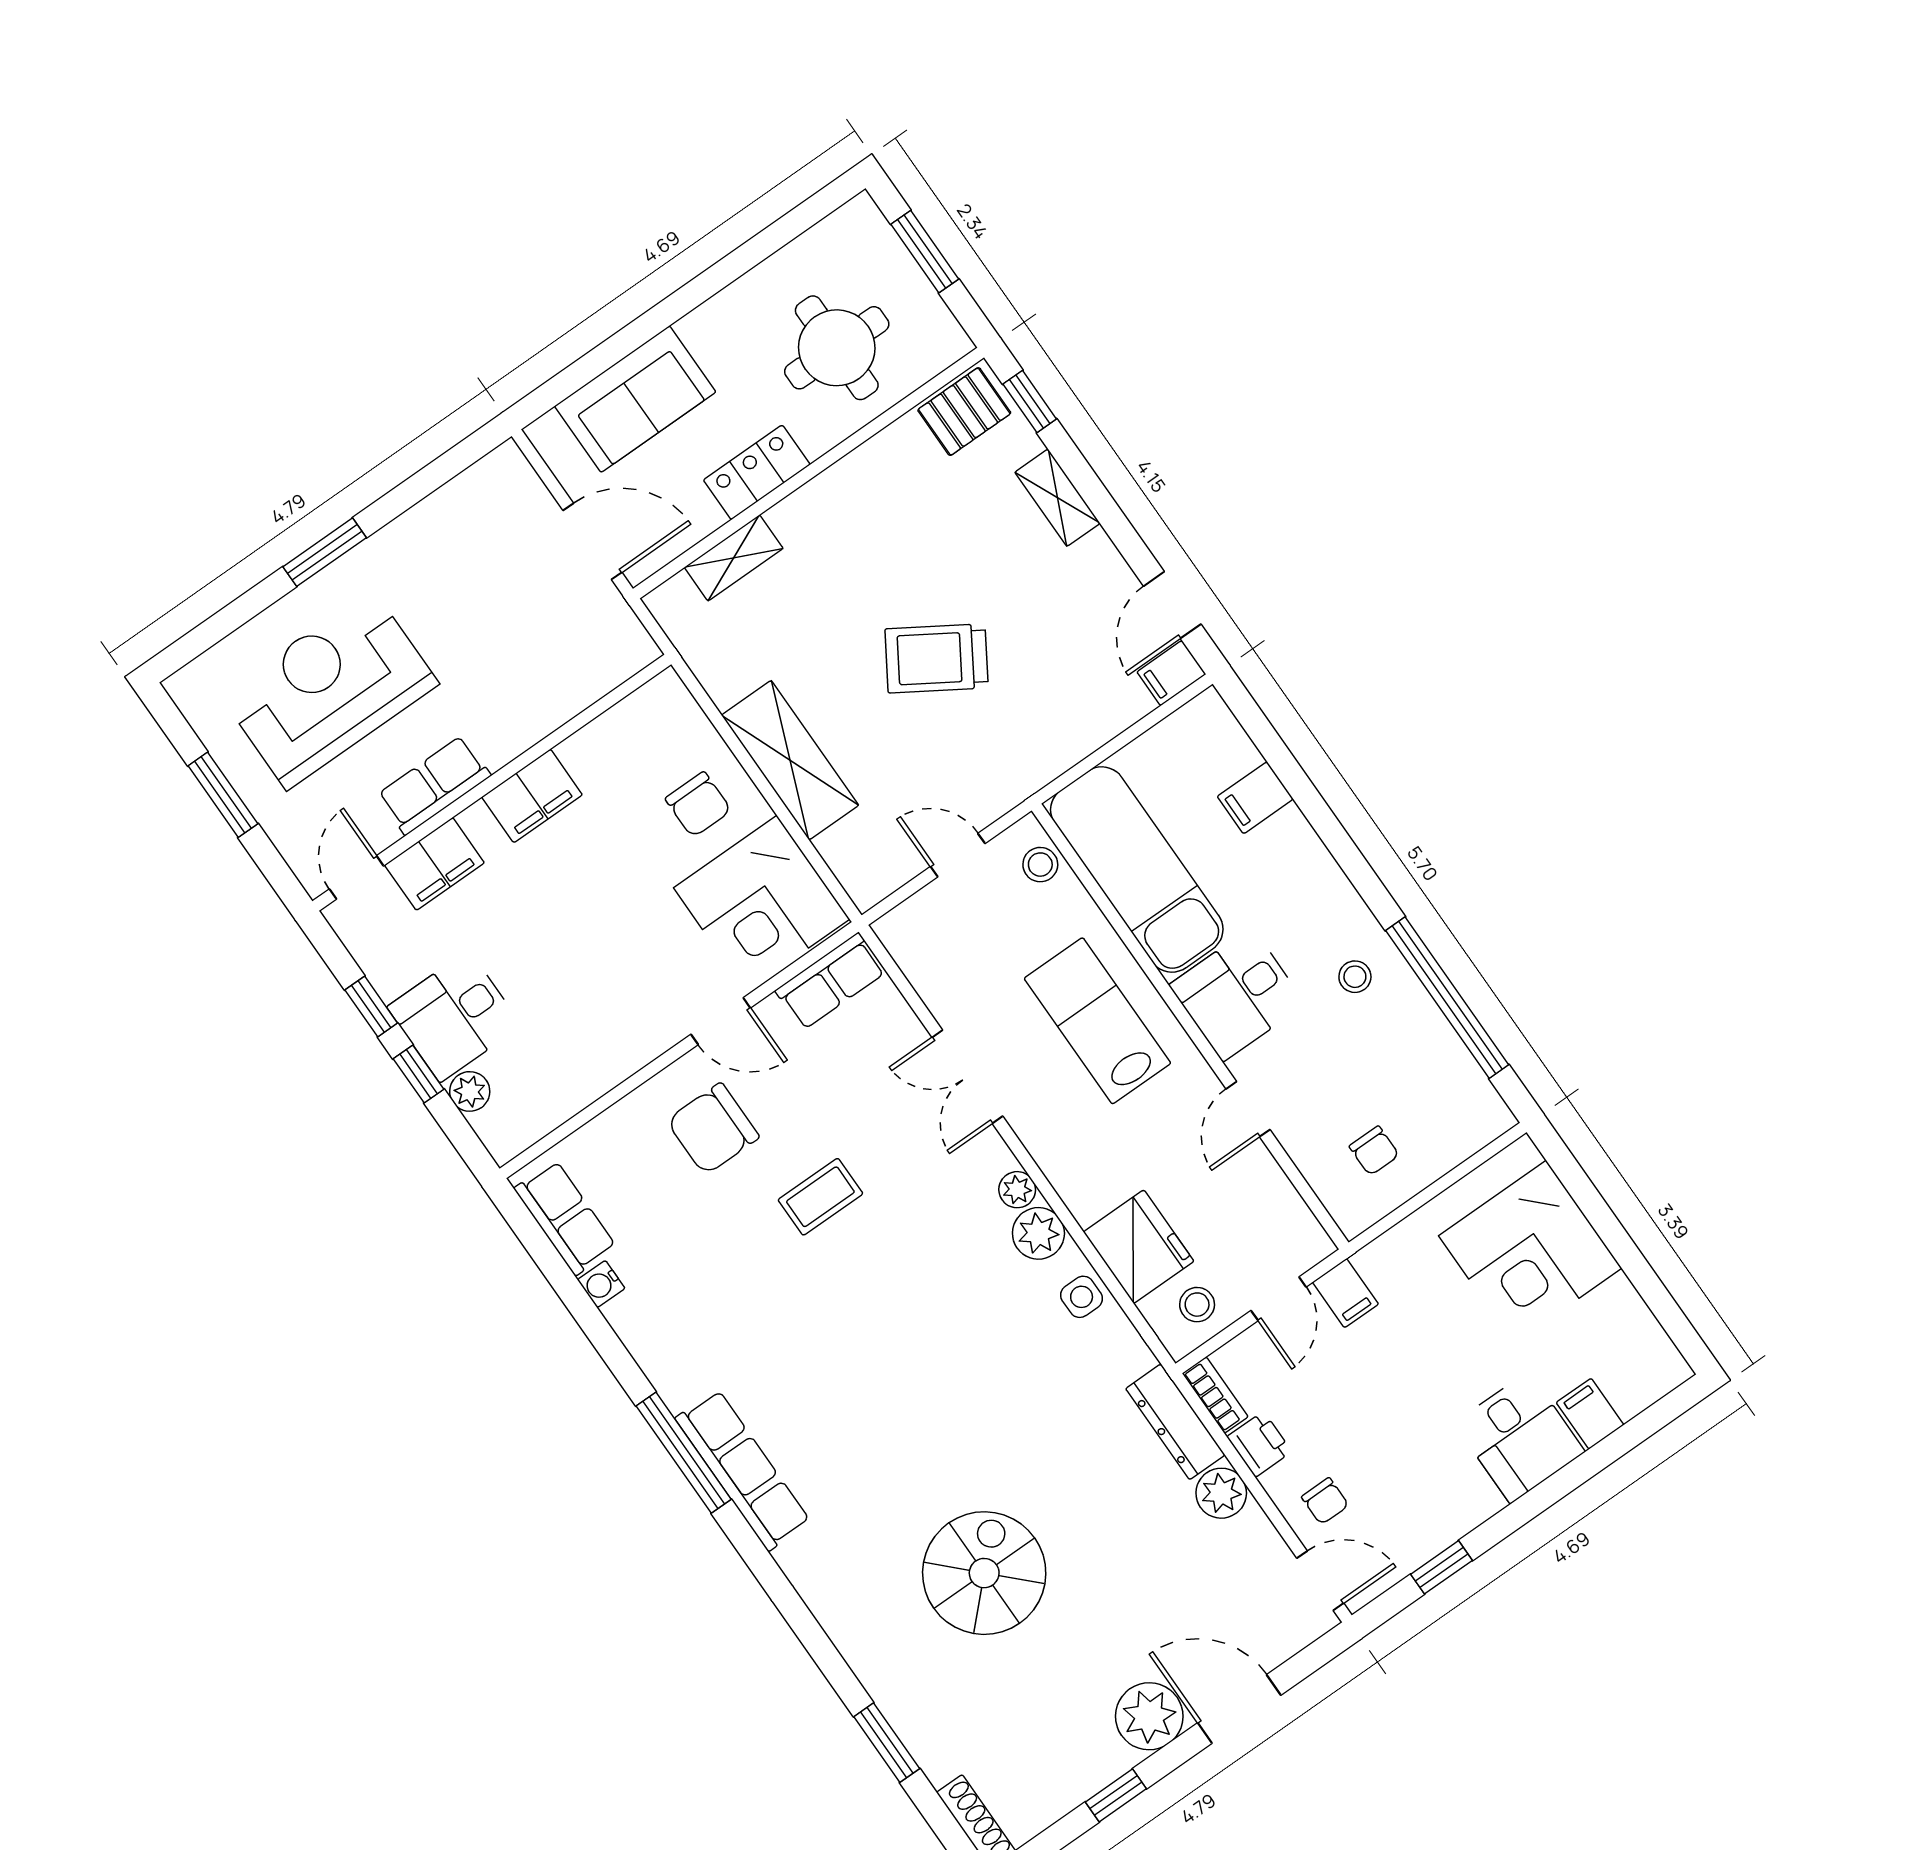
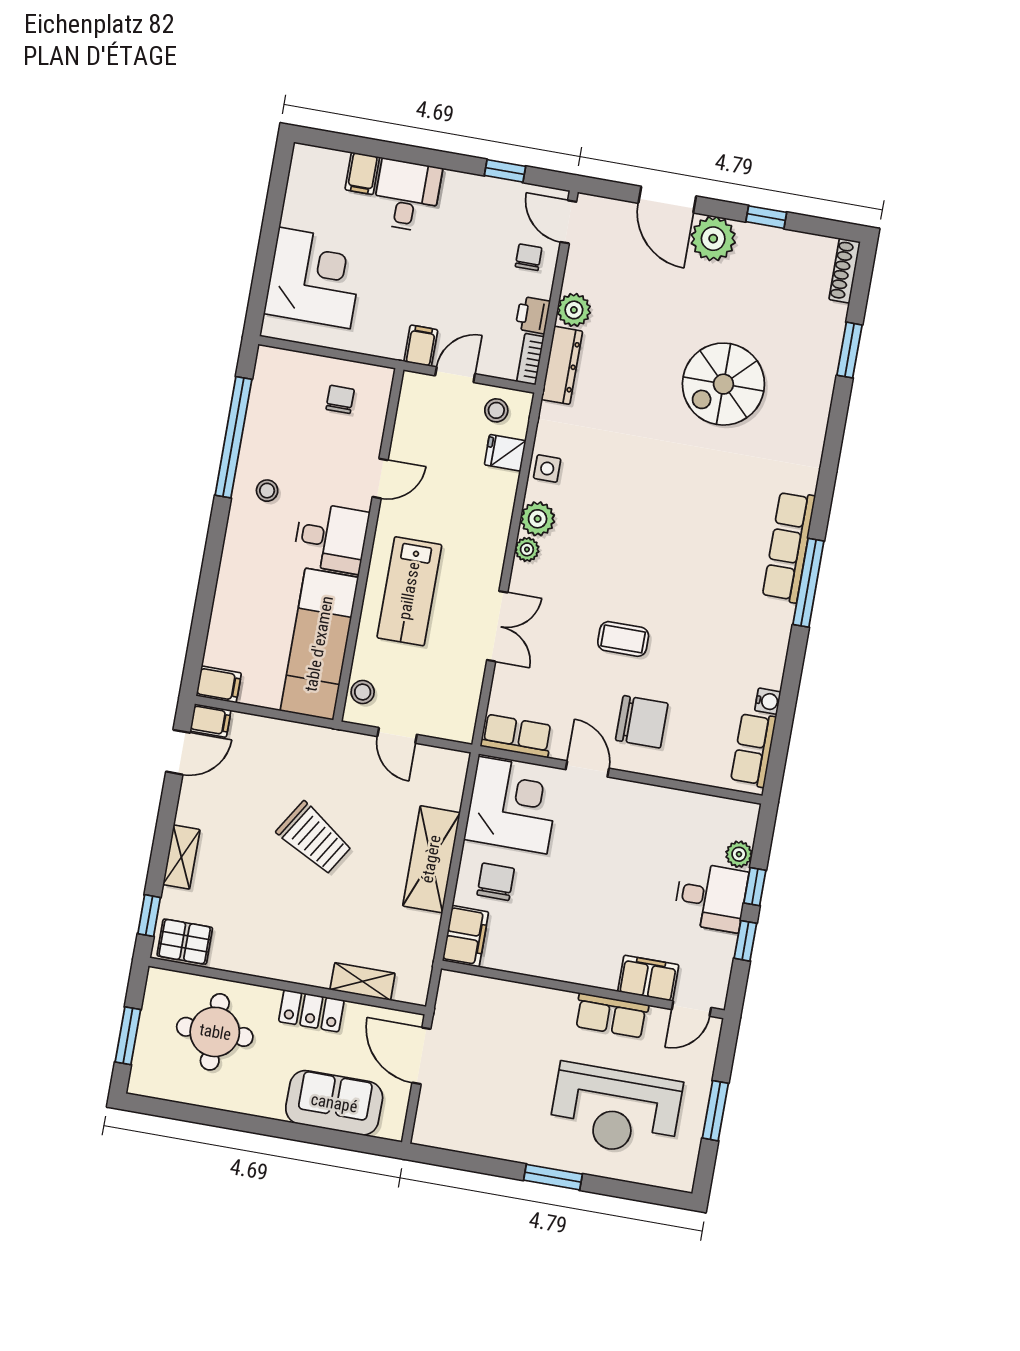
filing cabinet: (532, 796) -> (465, 936), moved, turned 90
filing cabinet: (1255, 798) -> (219, 684), moved
fridge: (1139, 1247) -> (505, 453), width x0.53, depth x0.75

